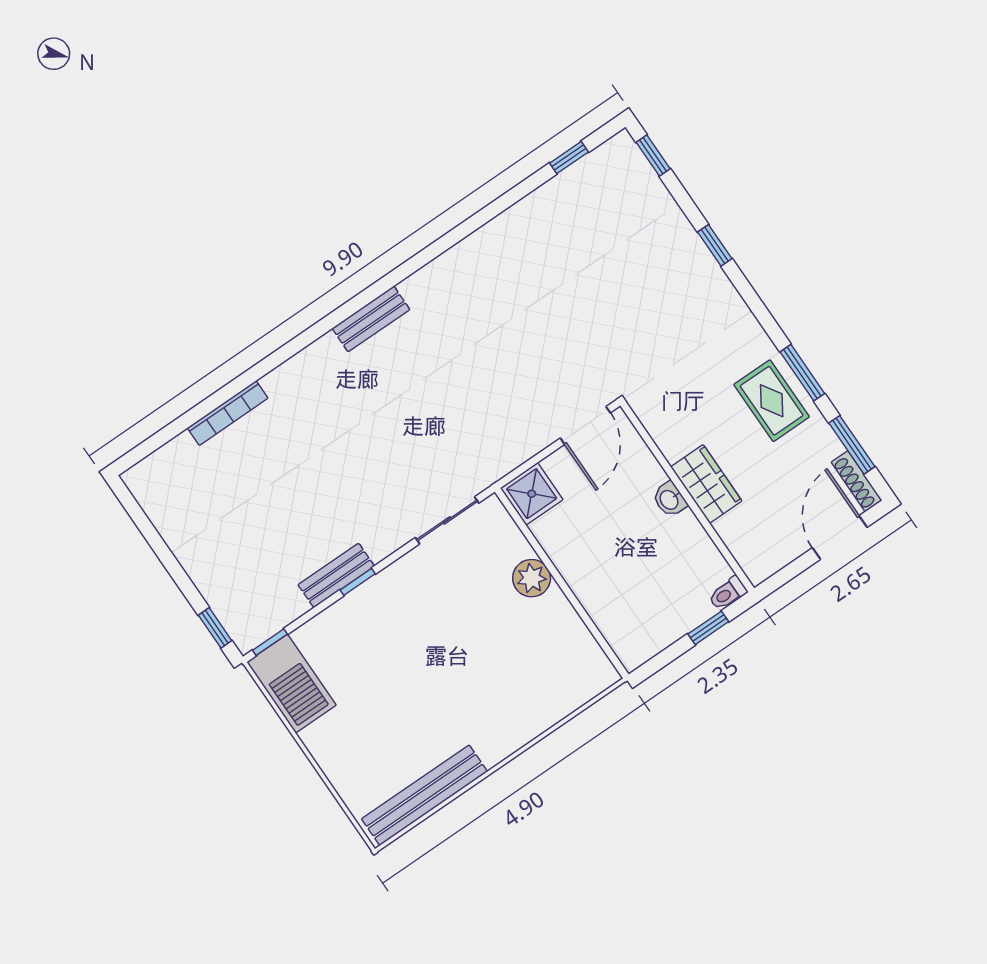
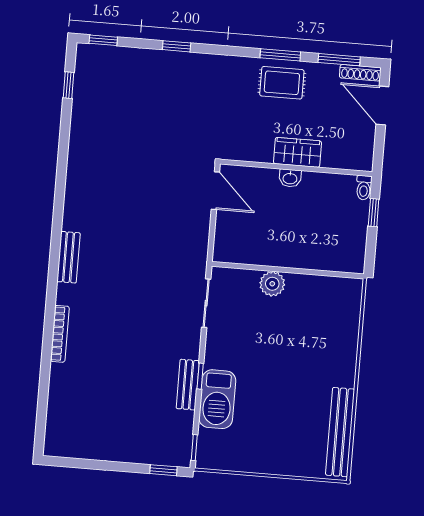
bookcase: (228, 413) -> (60, 334), moved
shower: (532, 494) -> (228, 248), removed
barbecue: (291, 684) -> (217, 399), moved, turned 90

